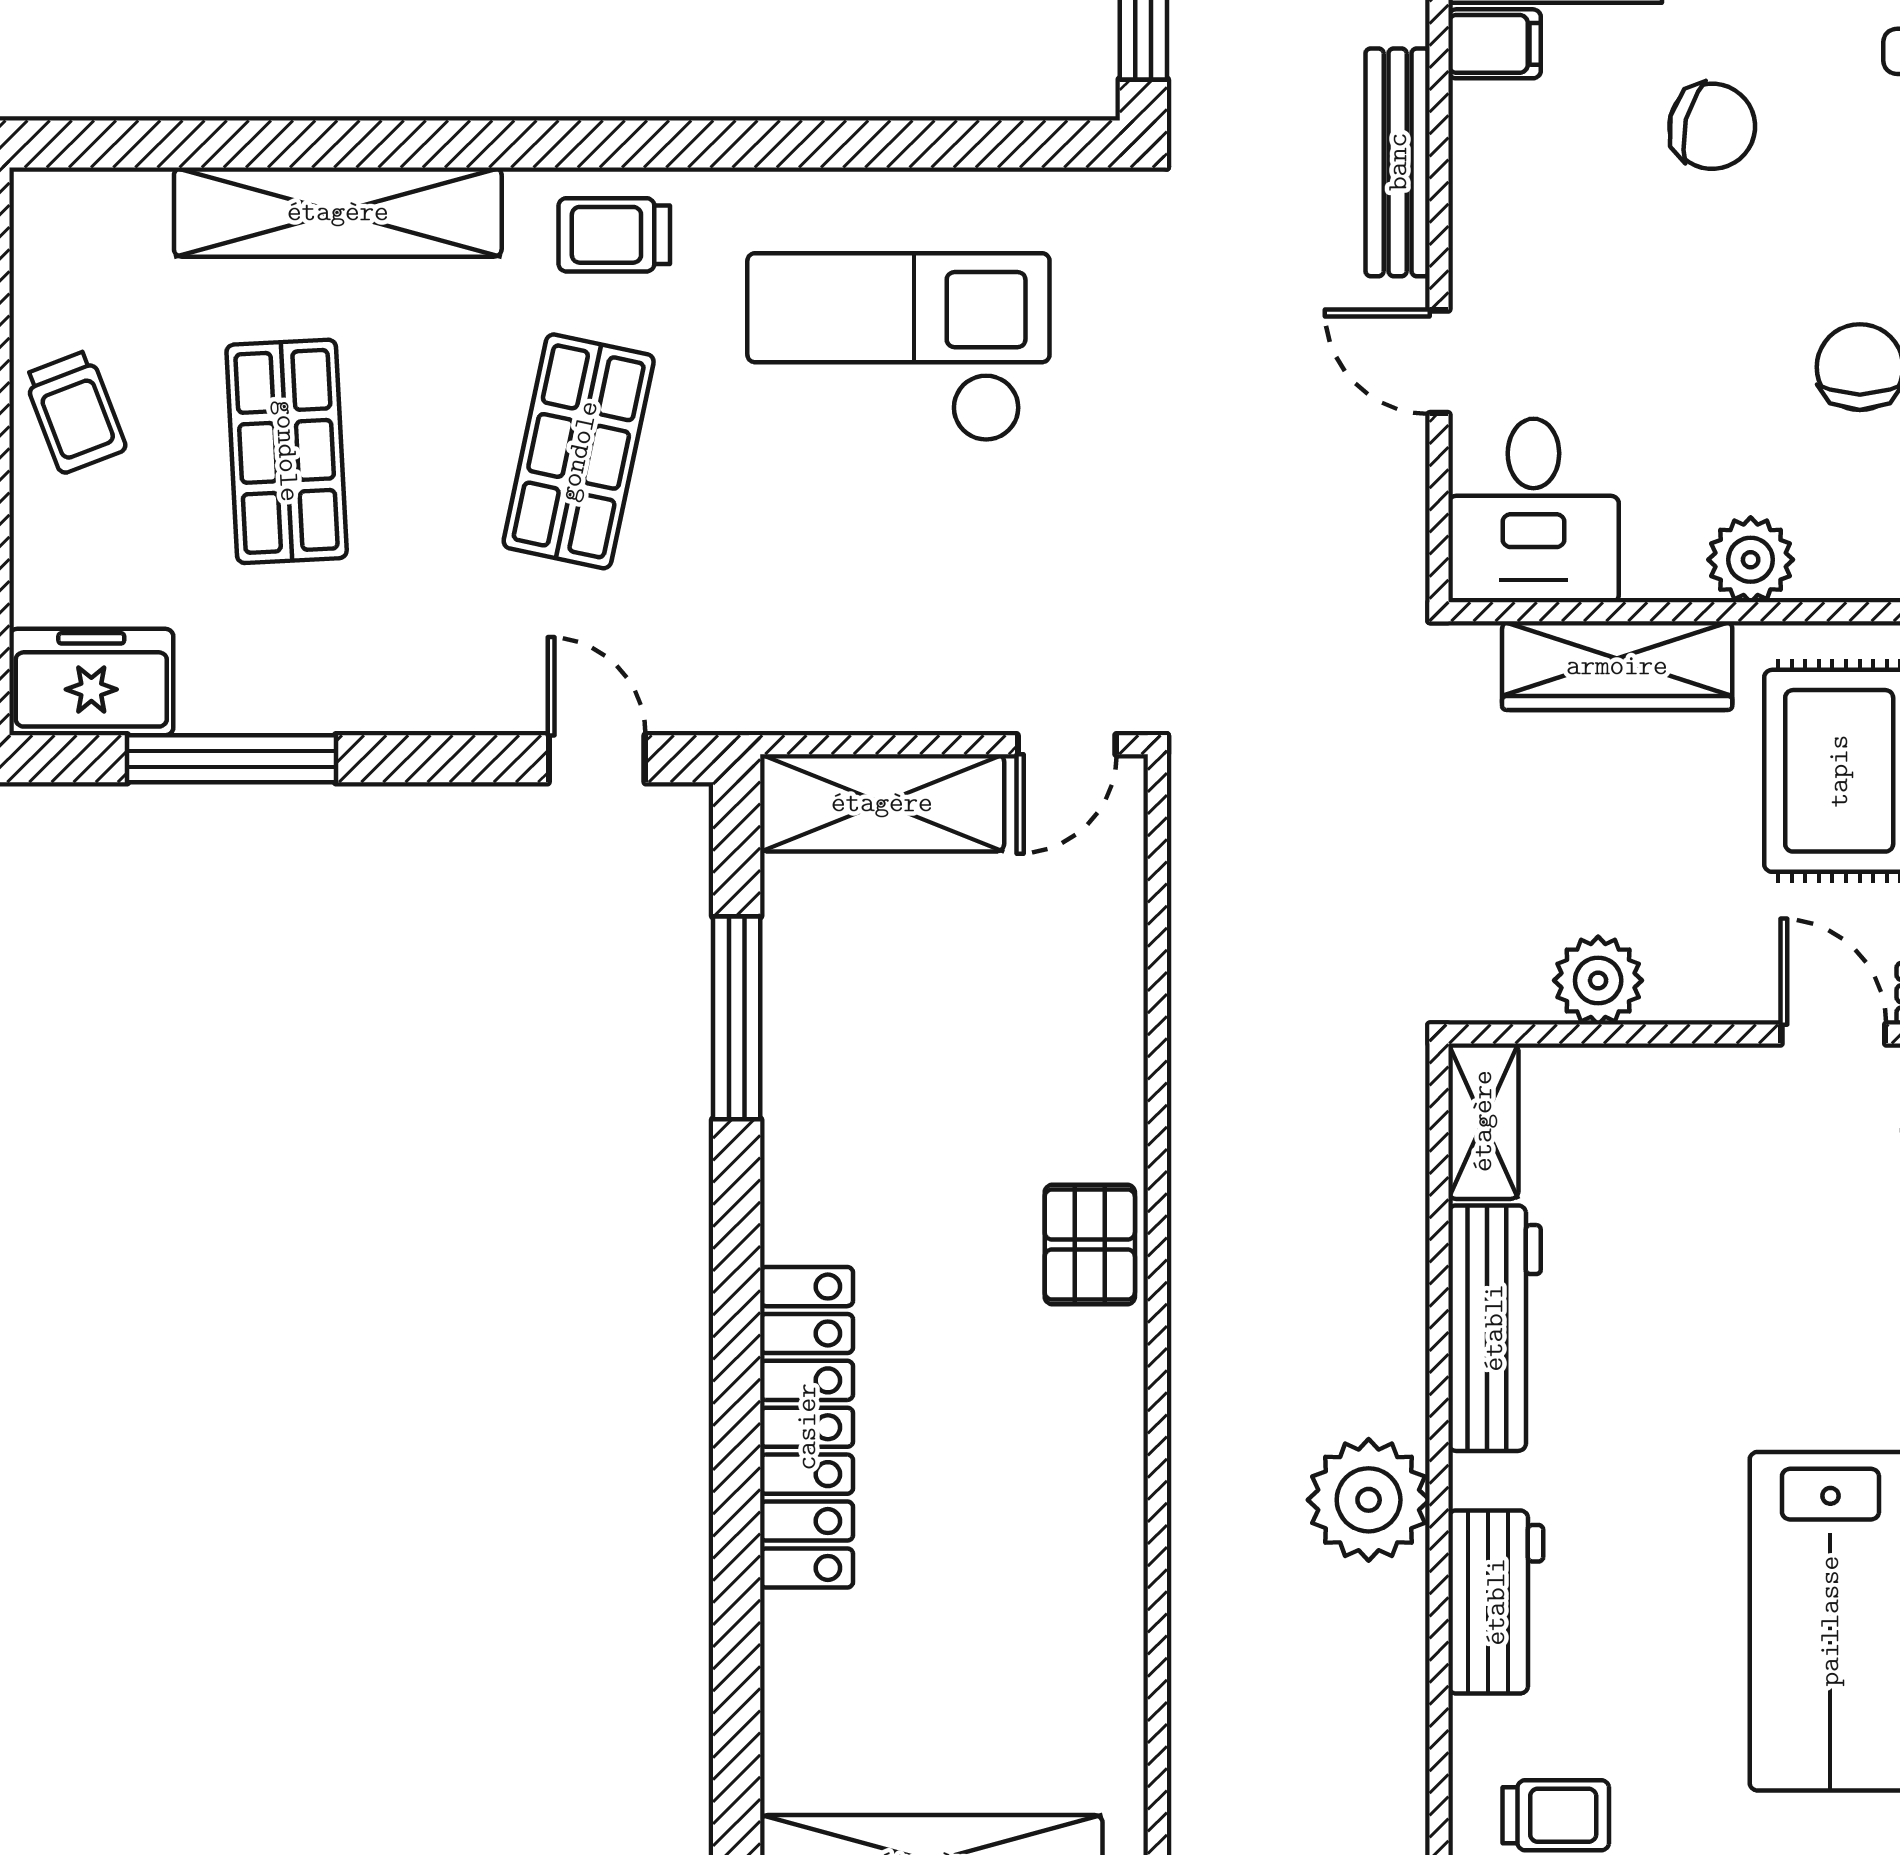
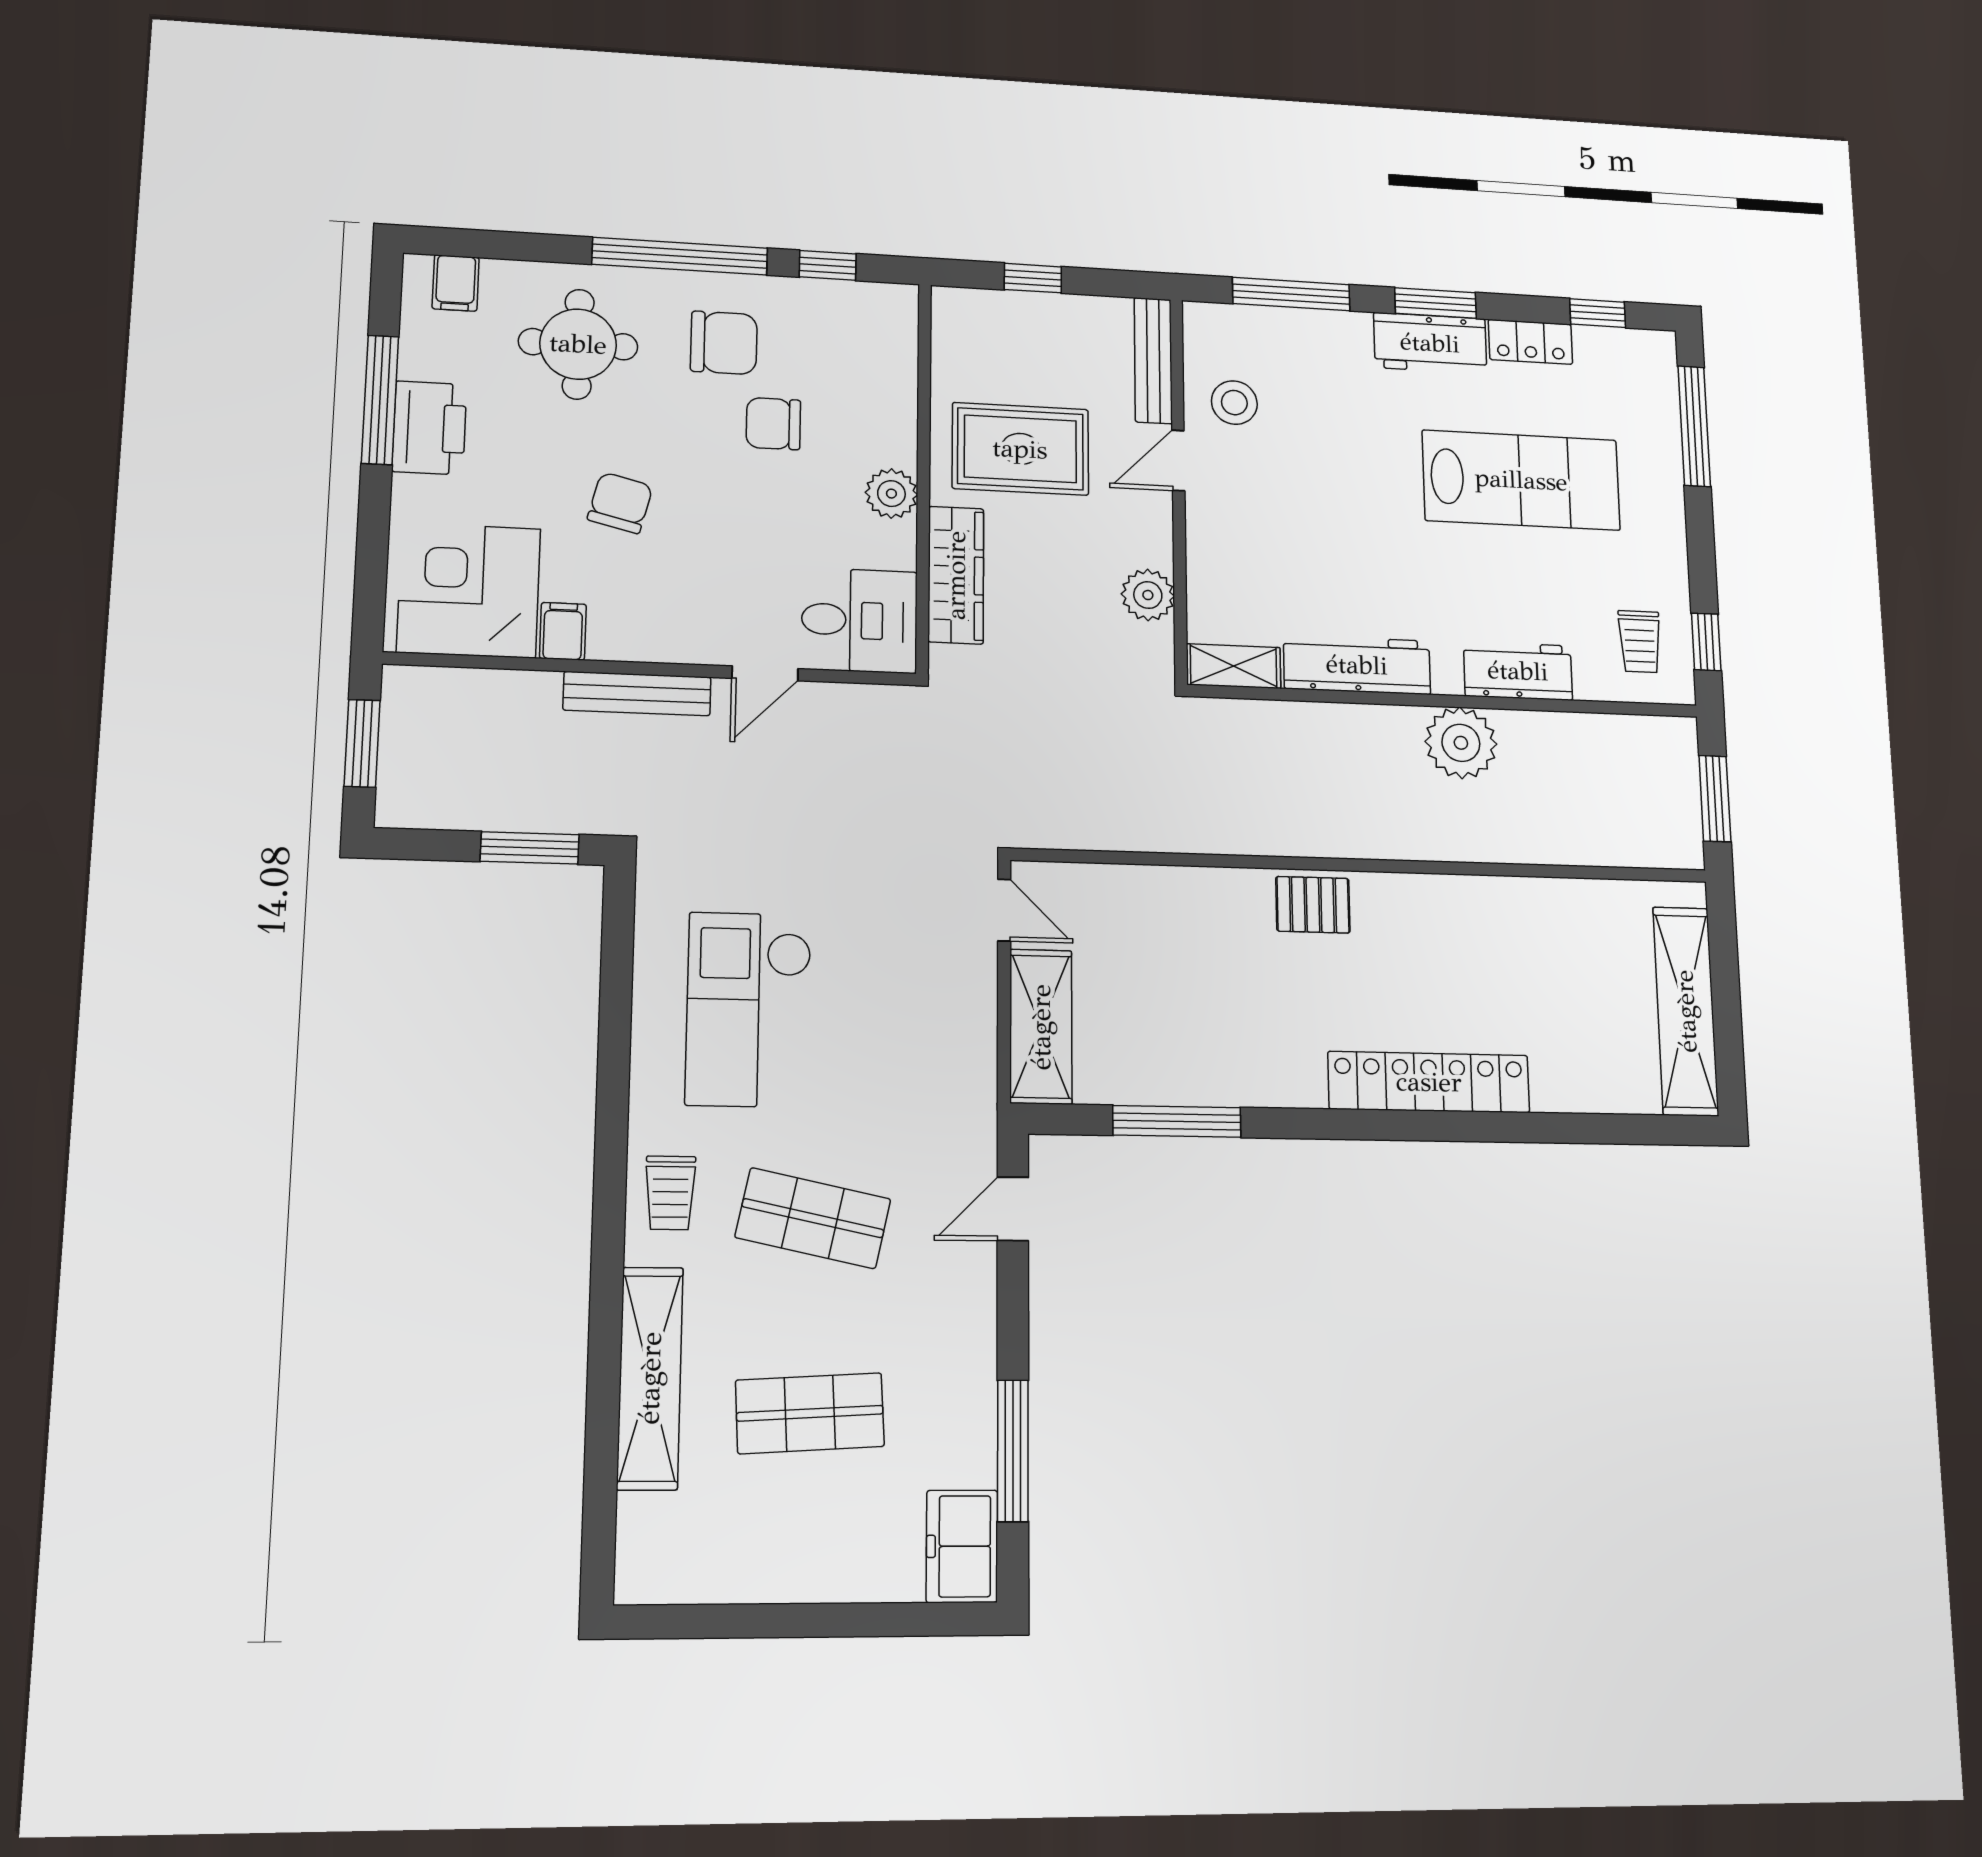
trolley: (75, 412) -> (781, 1558), removed
trolley: (1556, 1815) -> (1640, 642), turned 180

